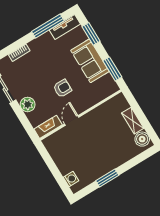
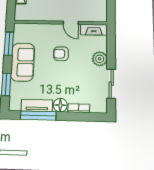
tv unit: (65, 27) -> (37, 105), moved
floor lamp: (36, 46) -> (60, 105), added
door: (72, 121) -> (71, 23), hinge flipped

